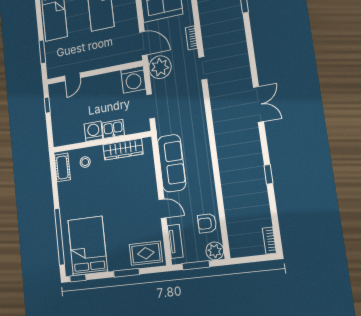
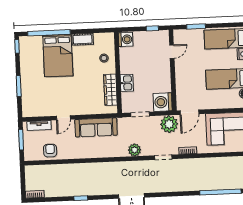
door: (73, 77) -> (172, 52), swing flipped
washing machine: (93, 131) -> (126, 39), moved
cot: (62, 167) -> (83, 39), moved
bed: (88, 246) -> (58, 56), moved, turned 90
plant: (215, 251) -> (135, 150), moved
rug: (146, 253) -> (32, 102), removed

